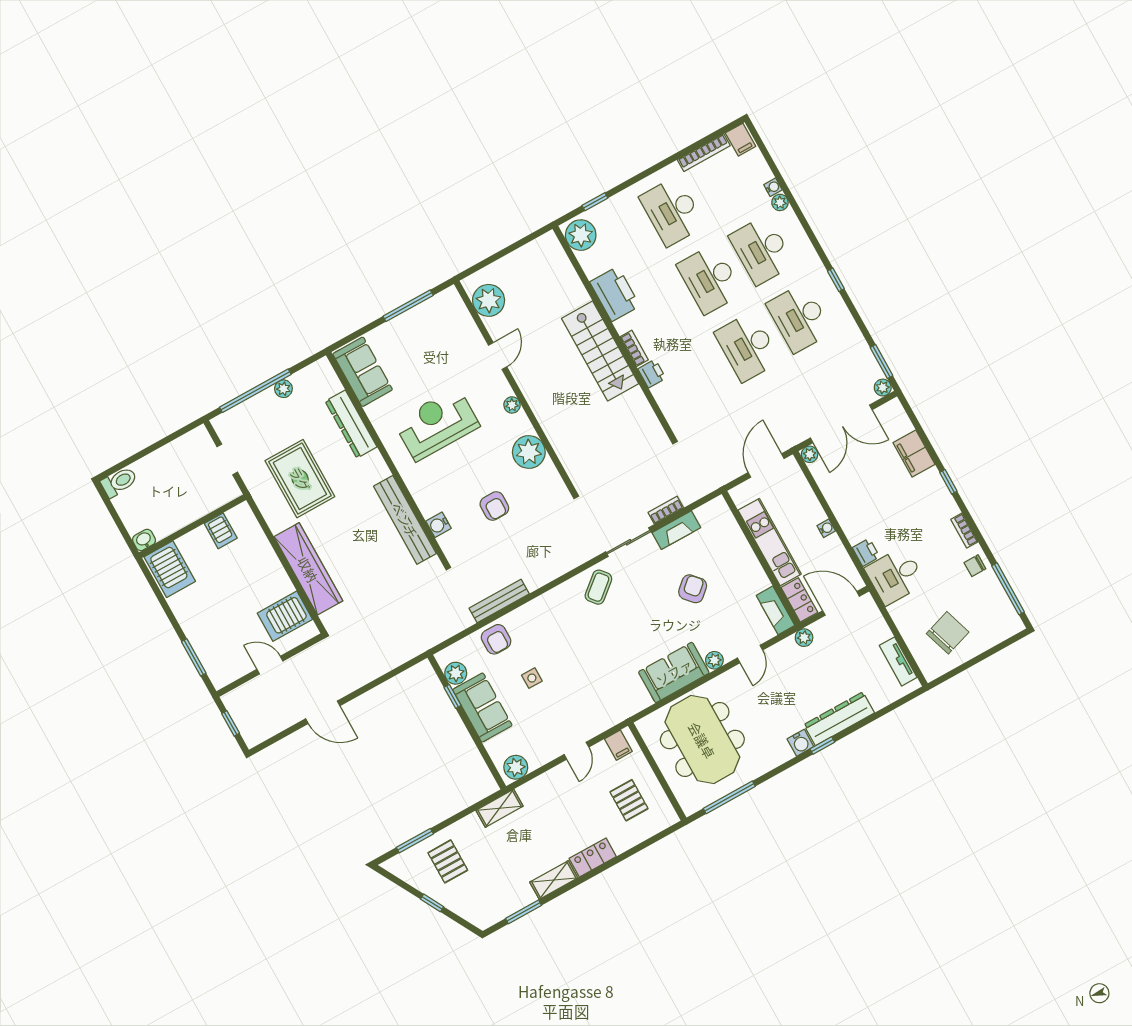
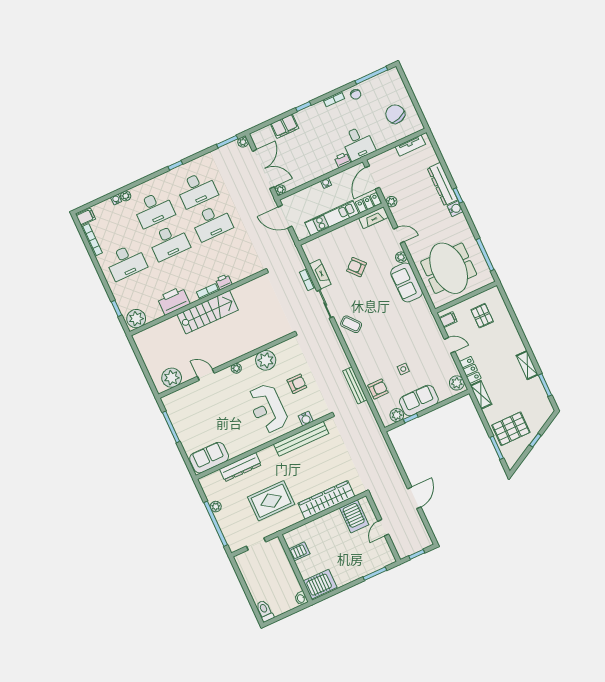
reception desk: (437, 424) -> (268, 408), moved
meeting table: (702, 740) -> (449, 268), turned 90
pallet: (629, 800) -> (482, 316), turned 90
locker: (593, 857) -> (470, 370), moved, turned 180
pallet: (448, 861) -> (511, 429), width x1.50, depth x1.42

